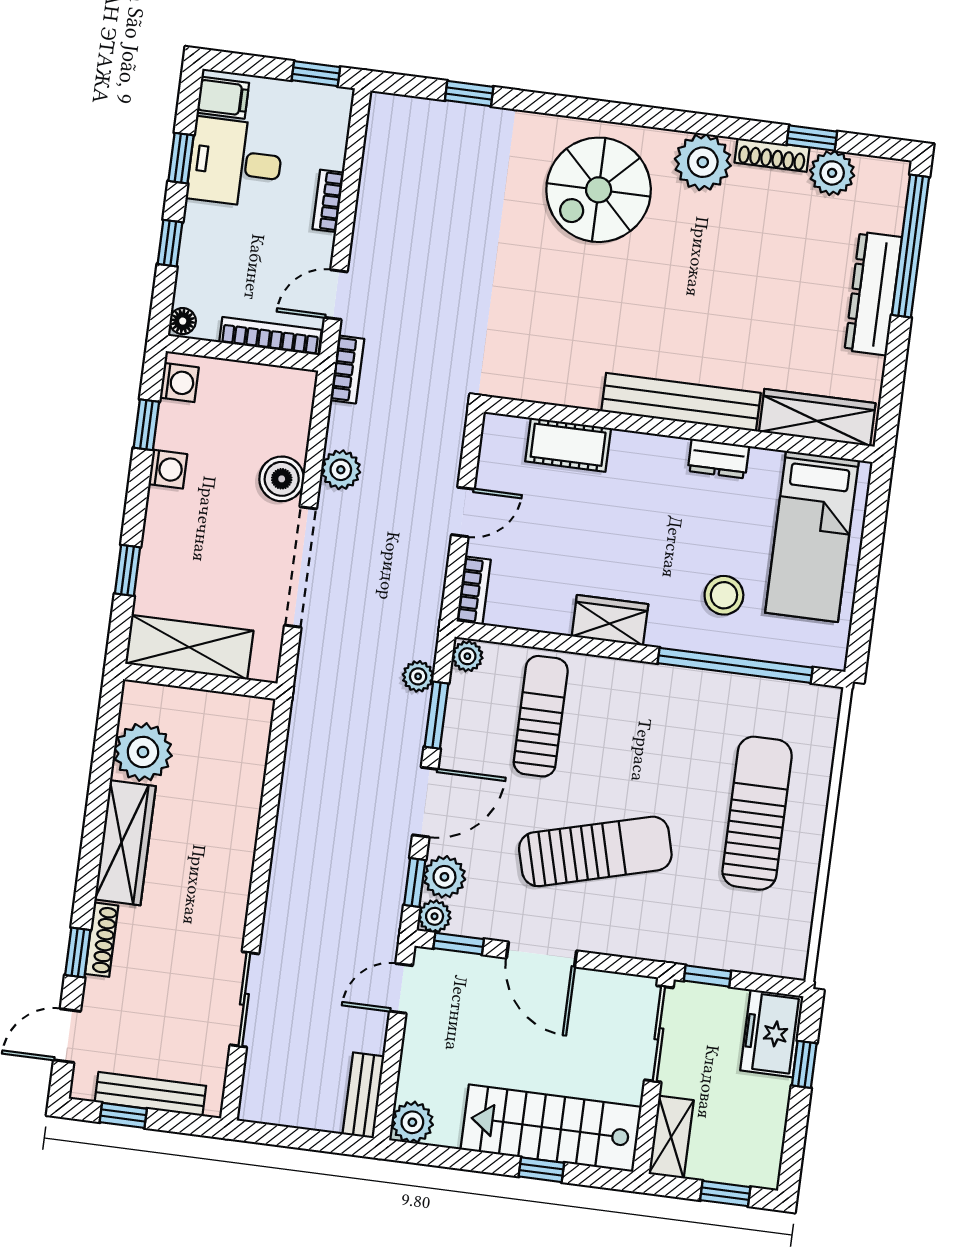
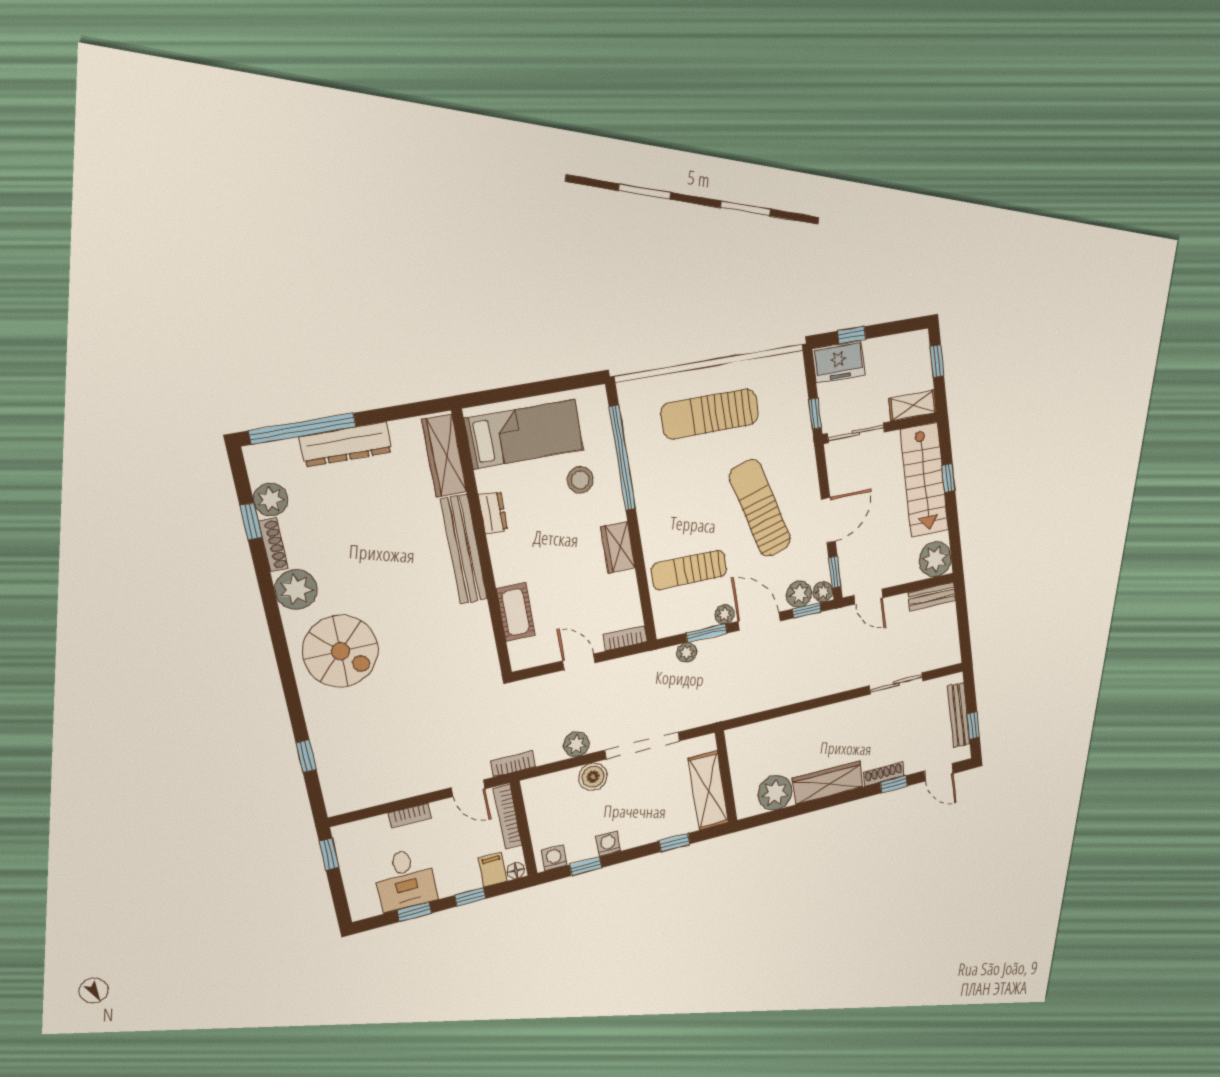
filing cabinet: (223, 98) -> (493, 870), moved
plant: (467, 656) -> (725, 614), moved
plant: (412, 1122) -> (935, 559), width x1.36, depth x1.36

